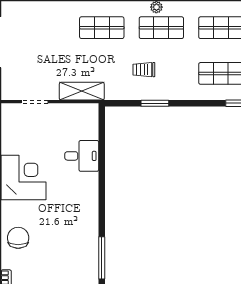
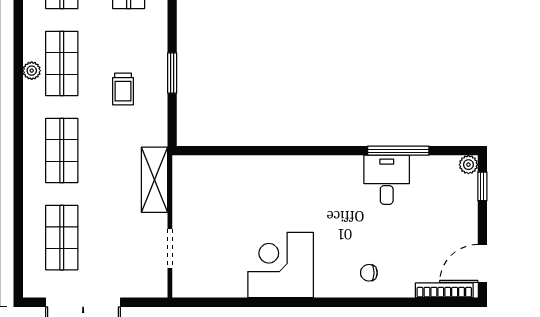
shop shelf: (42, 28) -> (62, 238), added
desk: (82, 156) -> (387, 180), moved
chair: (18, 238) -> (369, 273), width x0.54, depth x0.54

